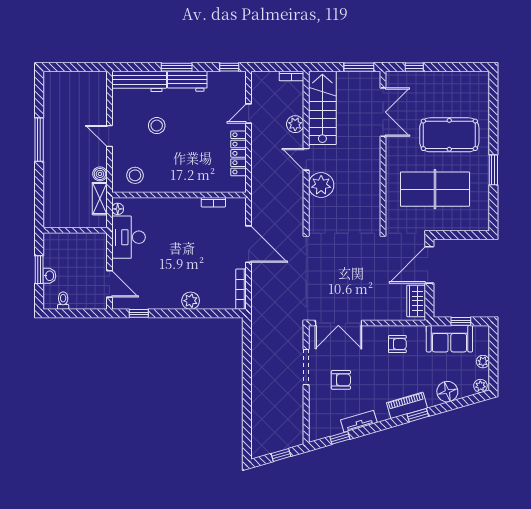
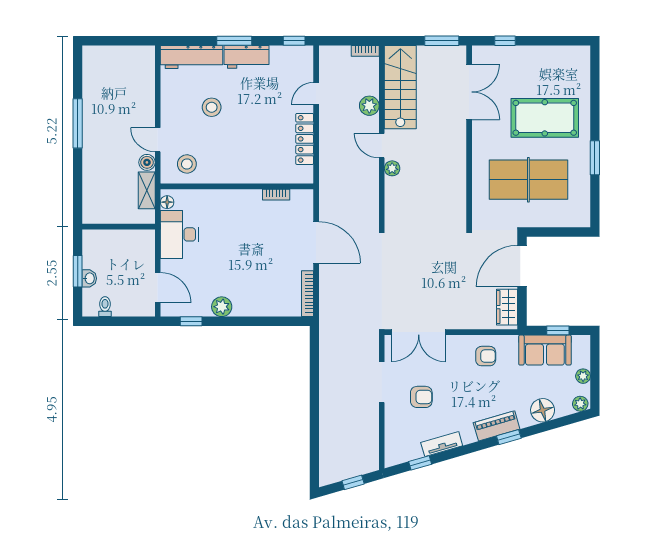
door: (109, 136) -> (158, 140), moved
plant: (321, 185) -> (392, 168), width x0.53, depth x0.53
plant: (191, 301) -> (222, 307), moved

